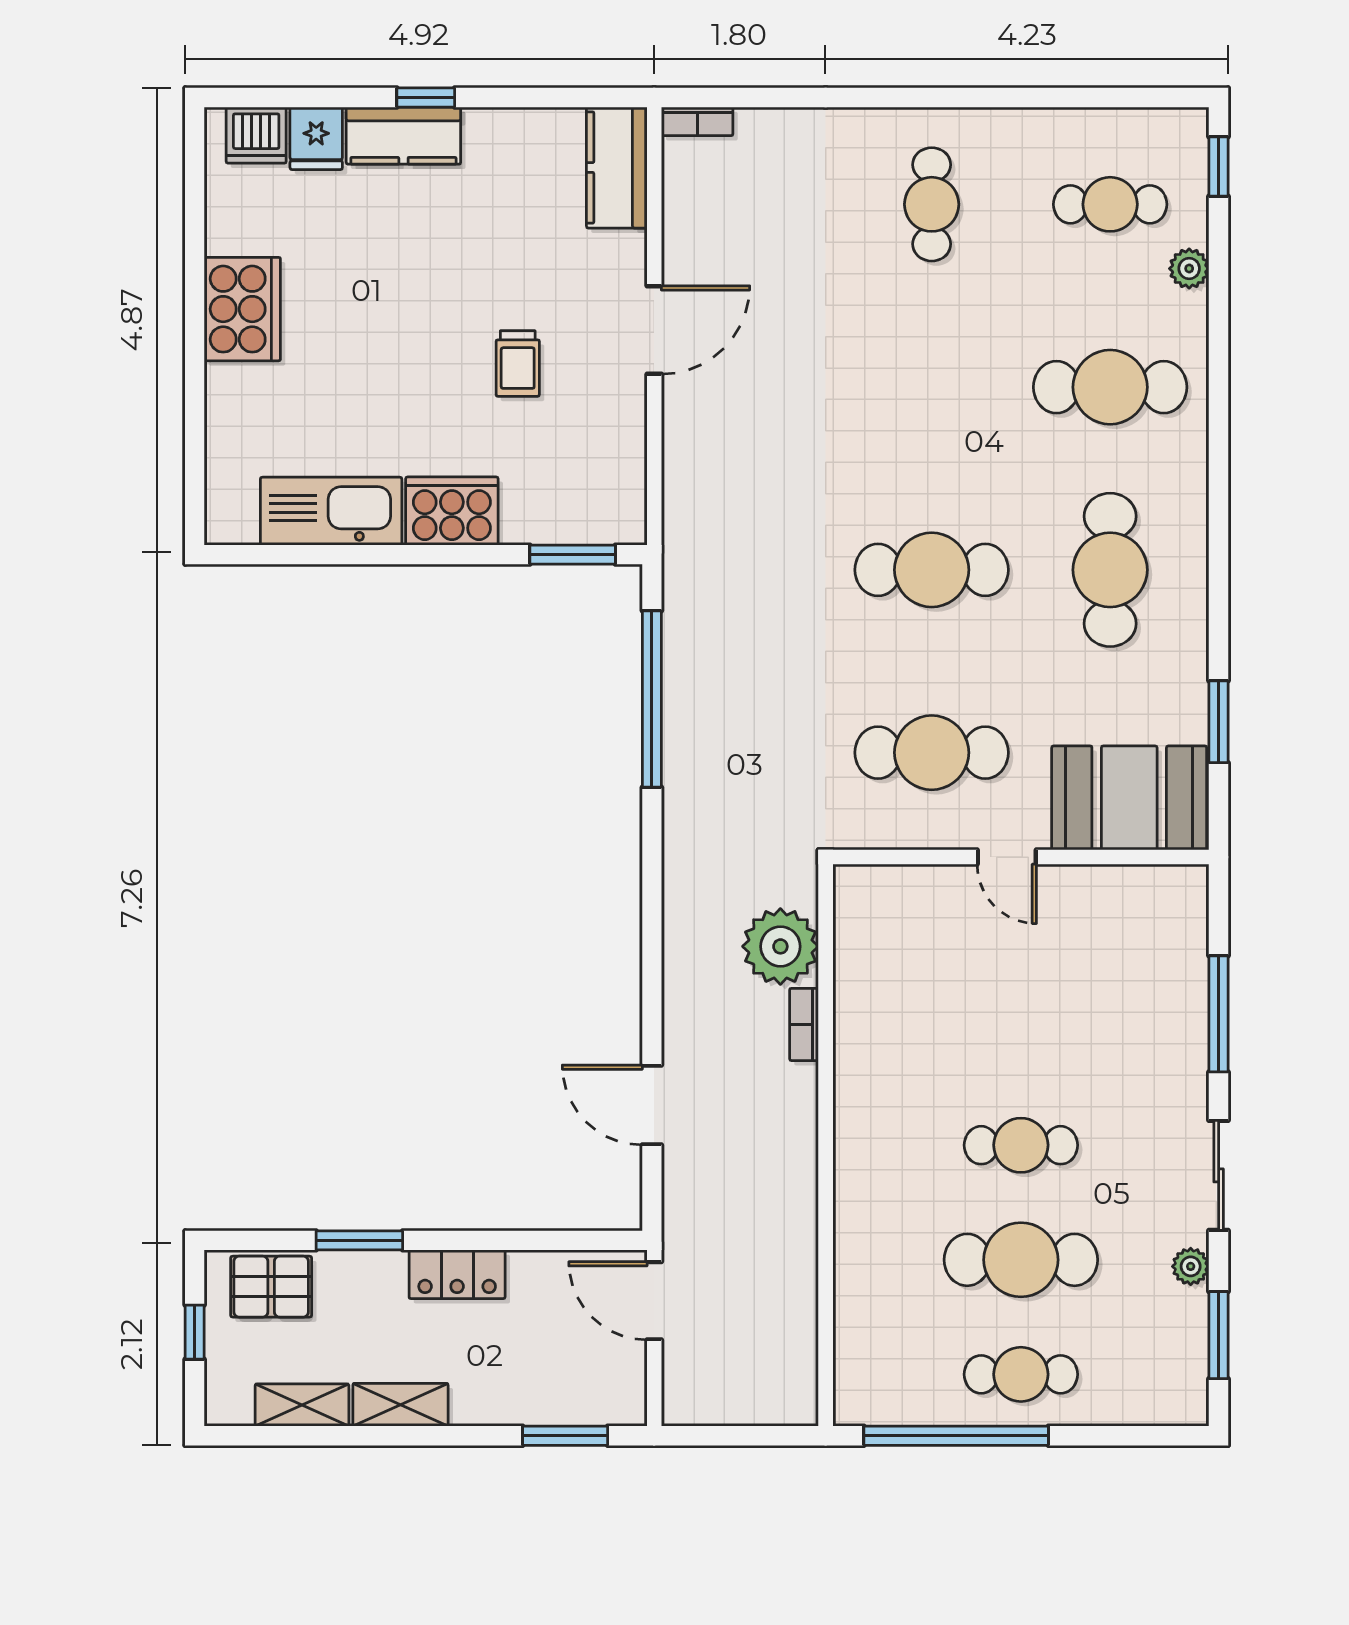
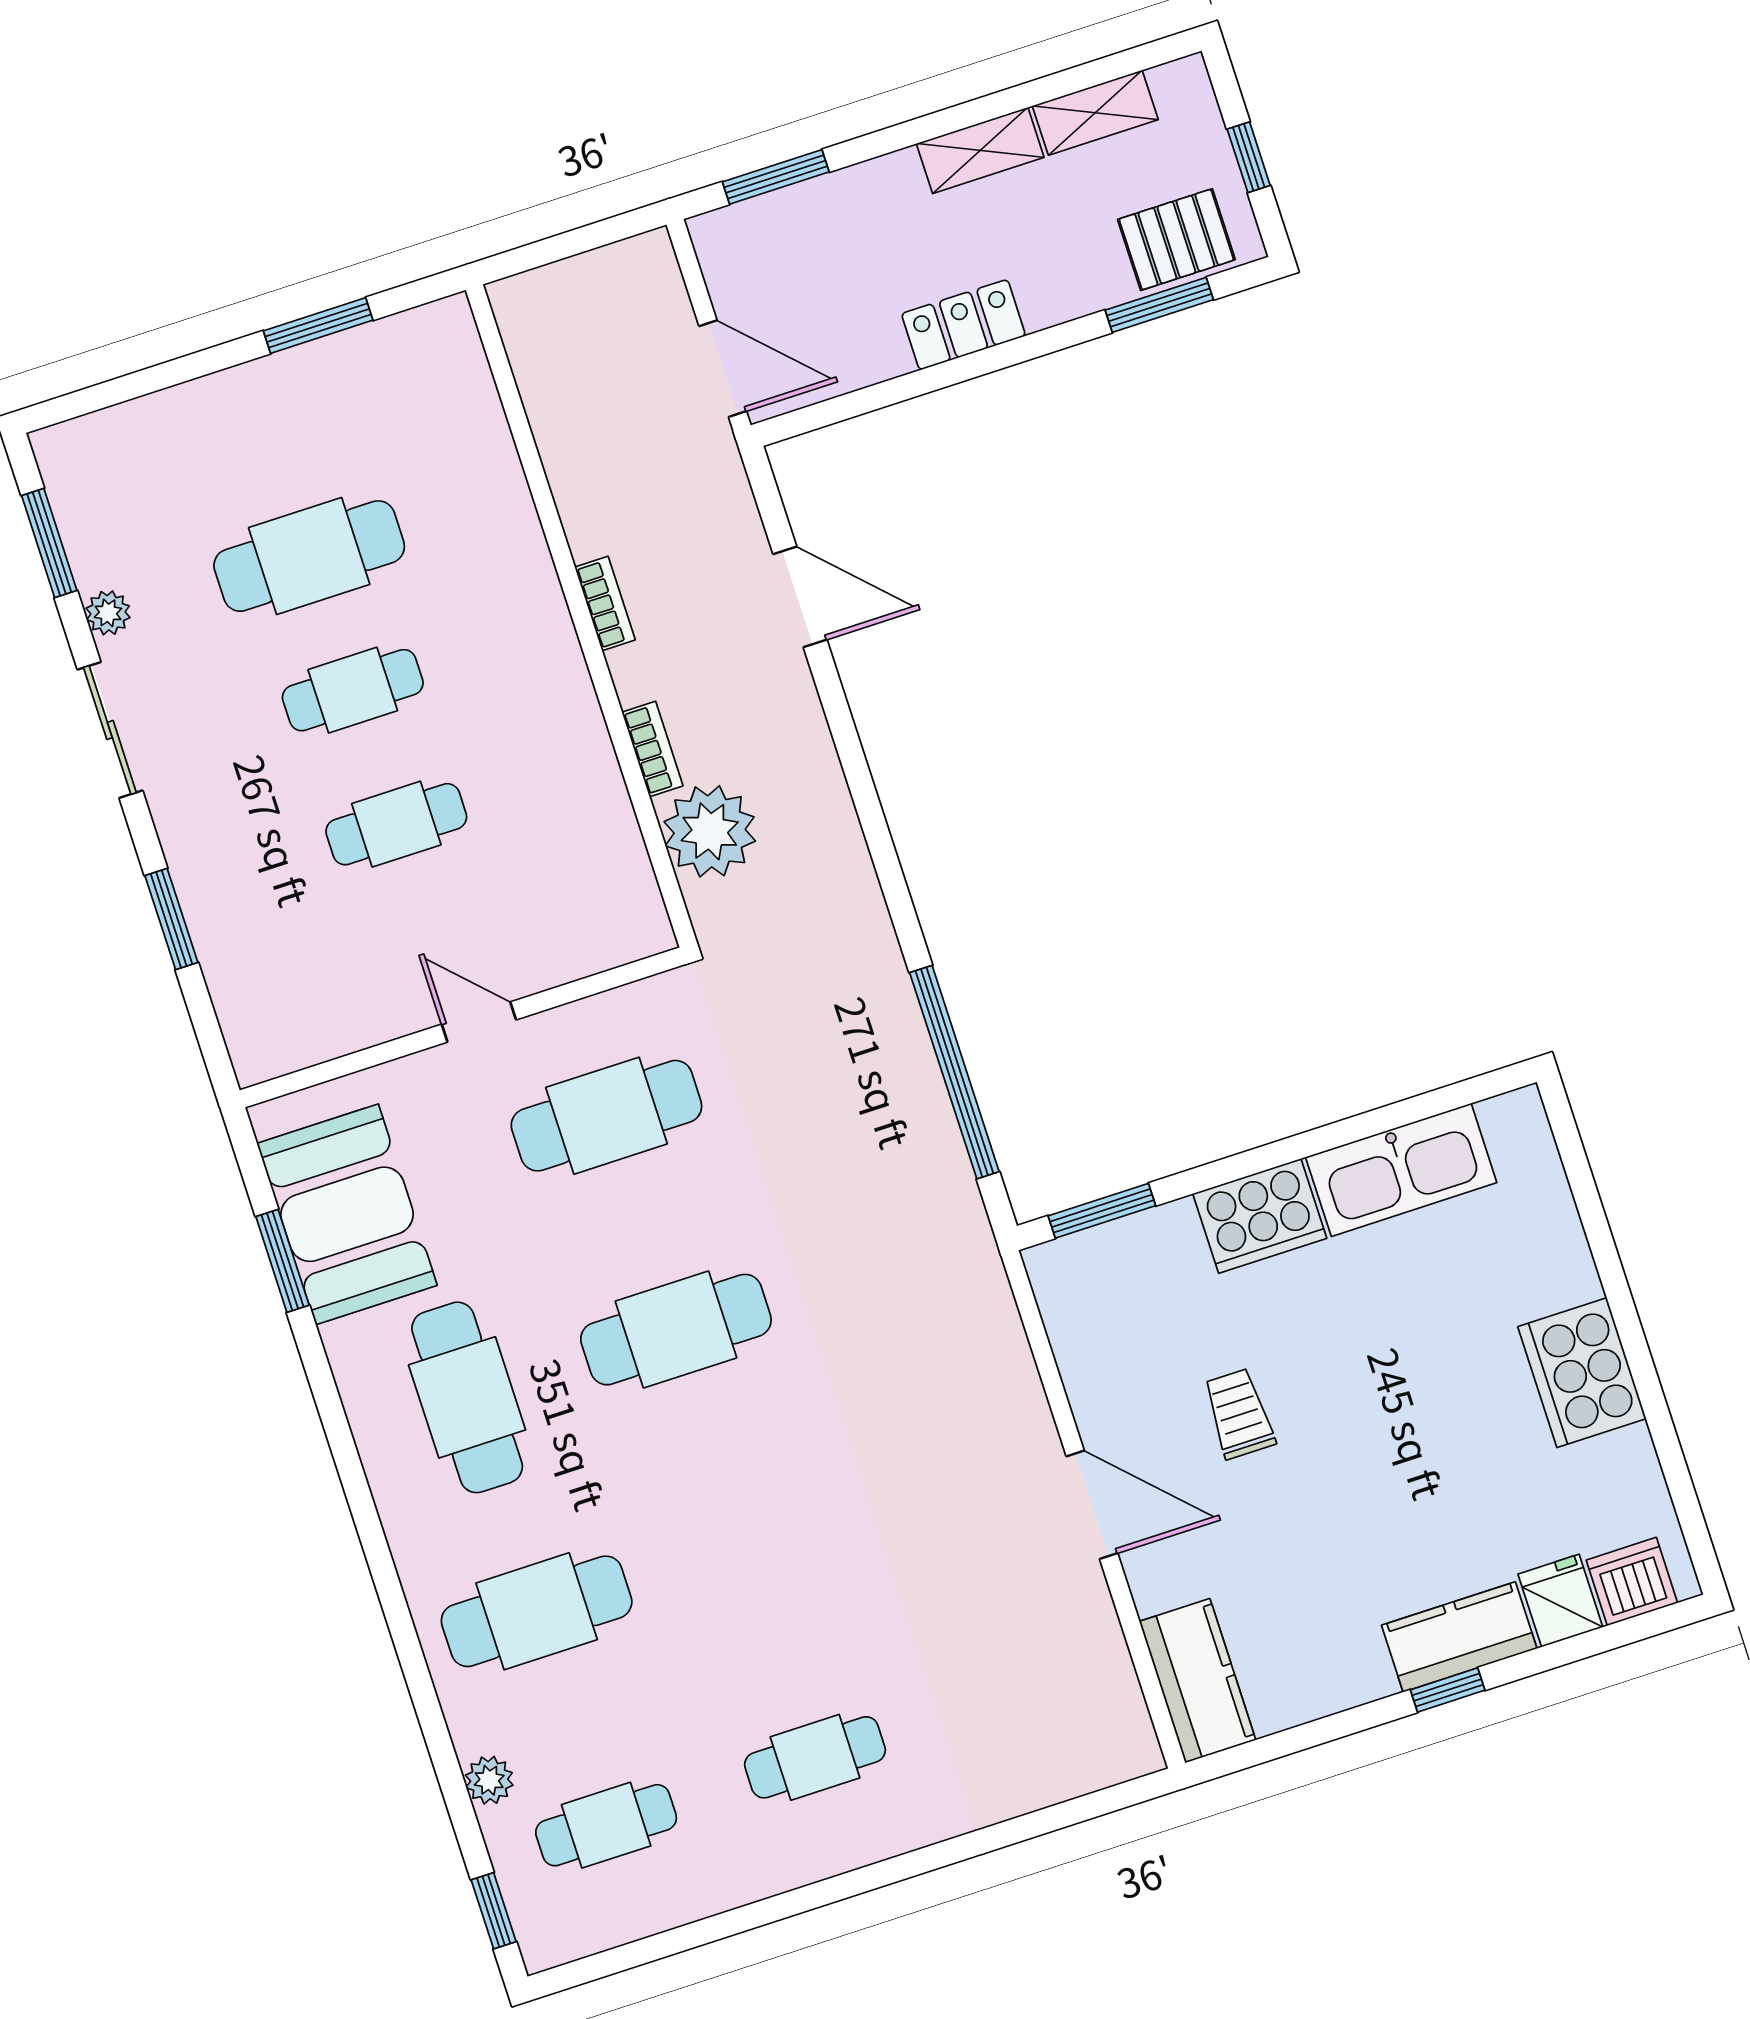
bookcase: (697, 121) -> (605, 604), moved, turned 90
cafe table: (932, 204) -> (815, 1757), turned 90
door: (654, 330) -> (1092, 1505), swing flipped
booth: (1129, 798) -> (347, 1214), moved, turned 90
window: (1219, 1014) -> (171, 919), width x0.69
window: (359, 1240) -> (1159, 305), moved
cafe table: (1021, 1374) -> (396, 824), moved
window: (956, 1436) -> (318, 326), width x0.47

